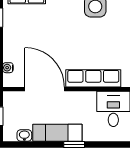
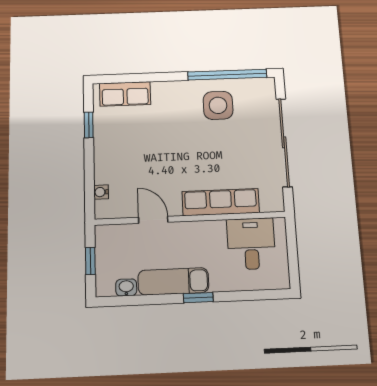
door: (45, 89) -> (153, 220), width x0.53

